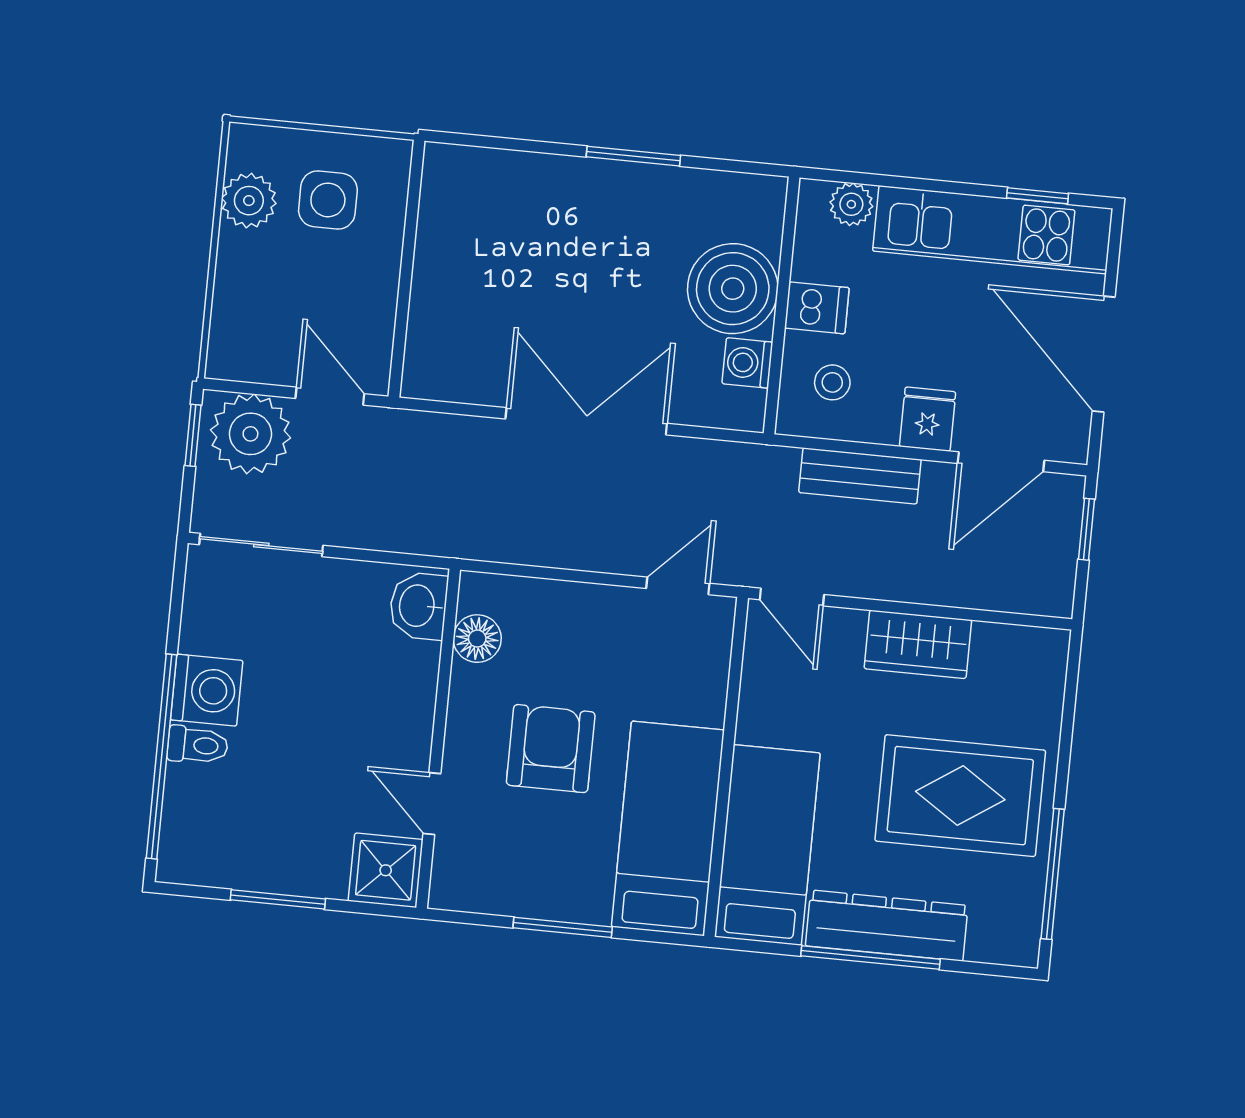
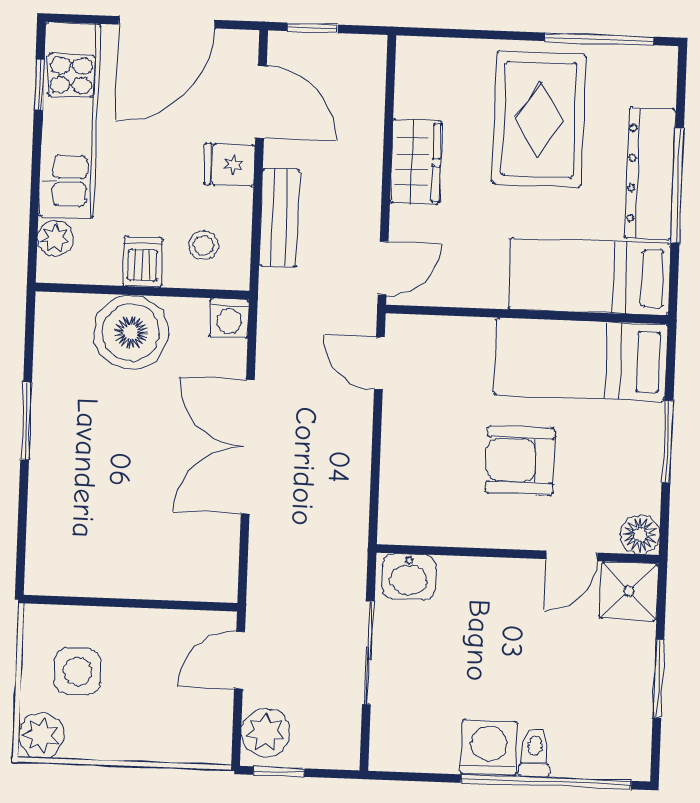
plant: (249, 201) -> (41, 735), moved
washing machine: (747, 363) -> (229, 318), moved
plant: (250, 434) -> (265, 733), width x0.73, depth x0.73
sliding door: (261, 545) -> (368, 653), moved
floor lamp: (477, 639) -> (640, 534), moved

